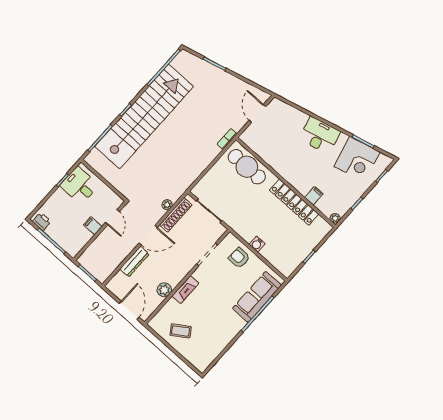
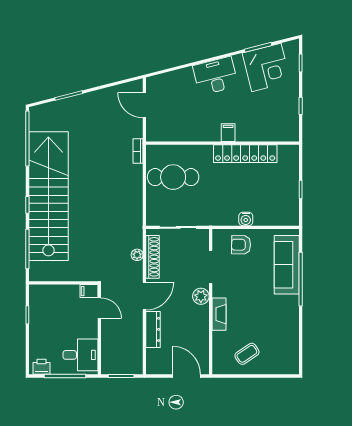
cafe table: (247, 167) -> (173, 177), moved
desk: (80, 185) -> (81, 355), moved, turned 180
filing cabinet: (314, 196) -> (228, 133), moved
plant: (335, 218) -> (293, 136), removed
filing cabinet: (93, 226) -> (89, 291), moved
plant: (164, 290) -> (201, 296), moved

